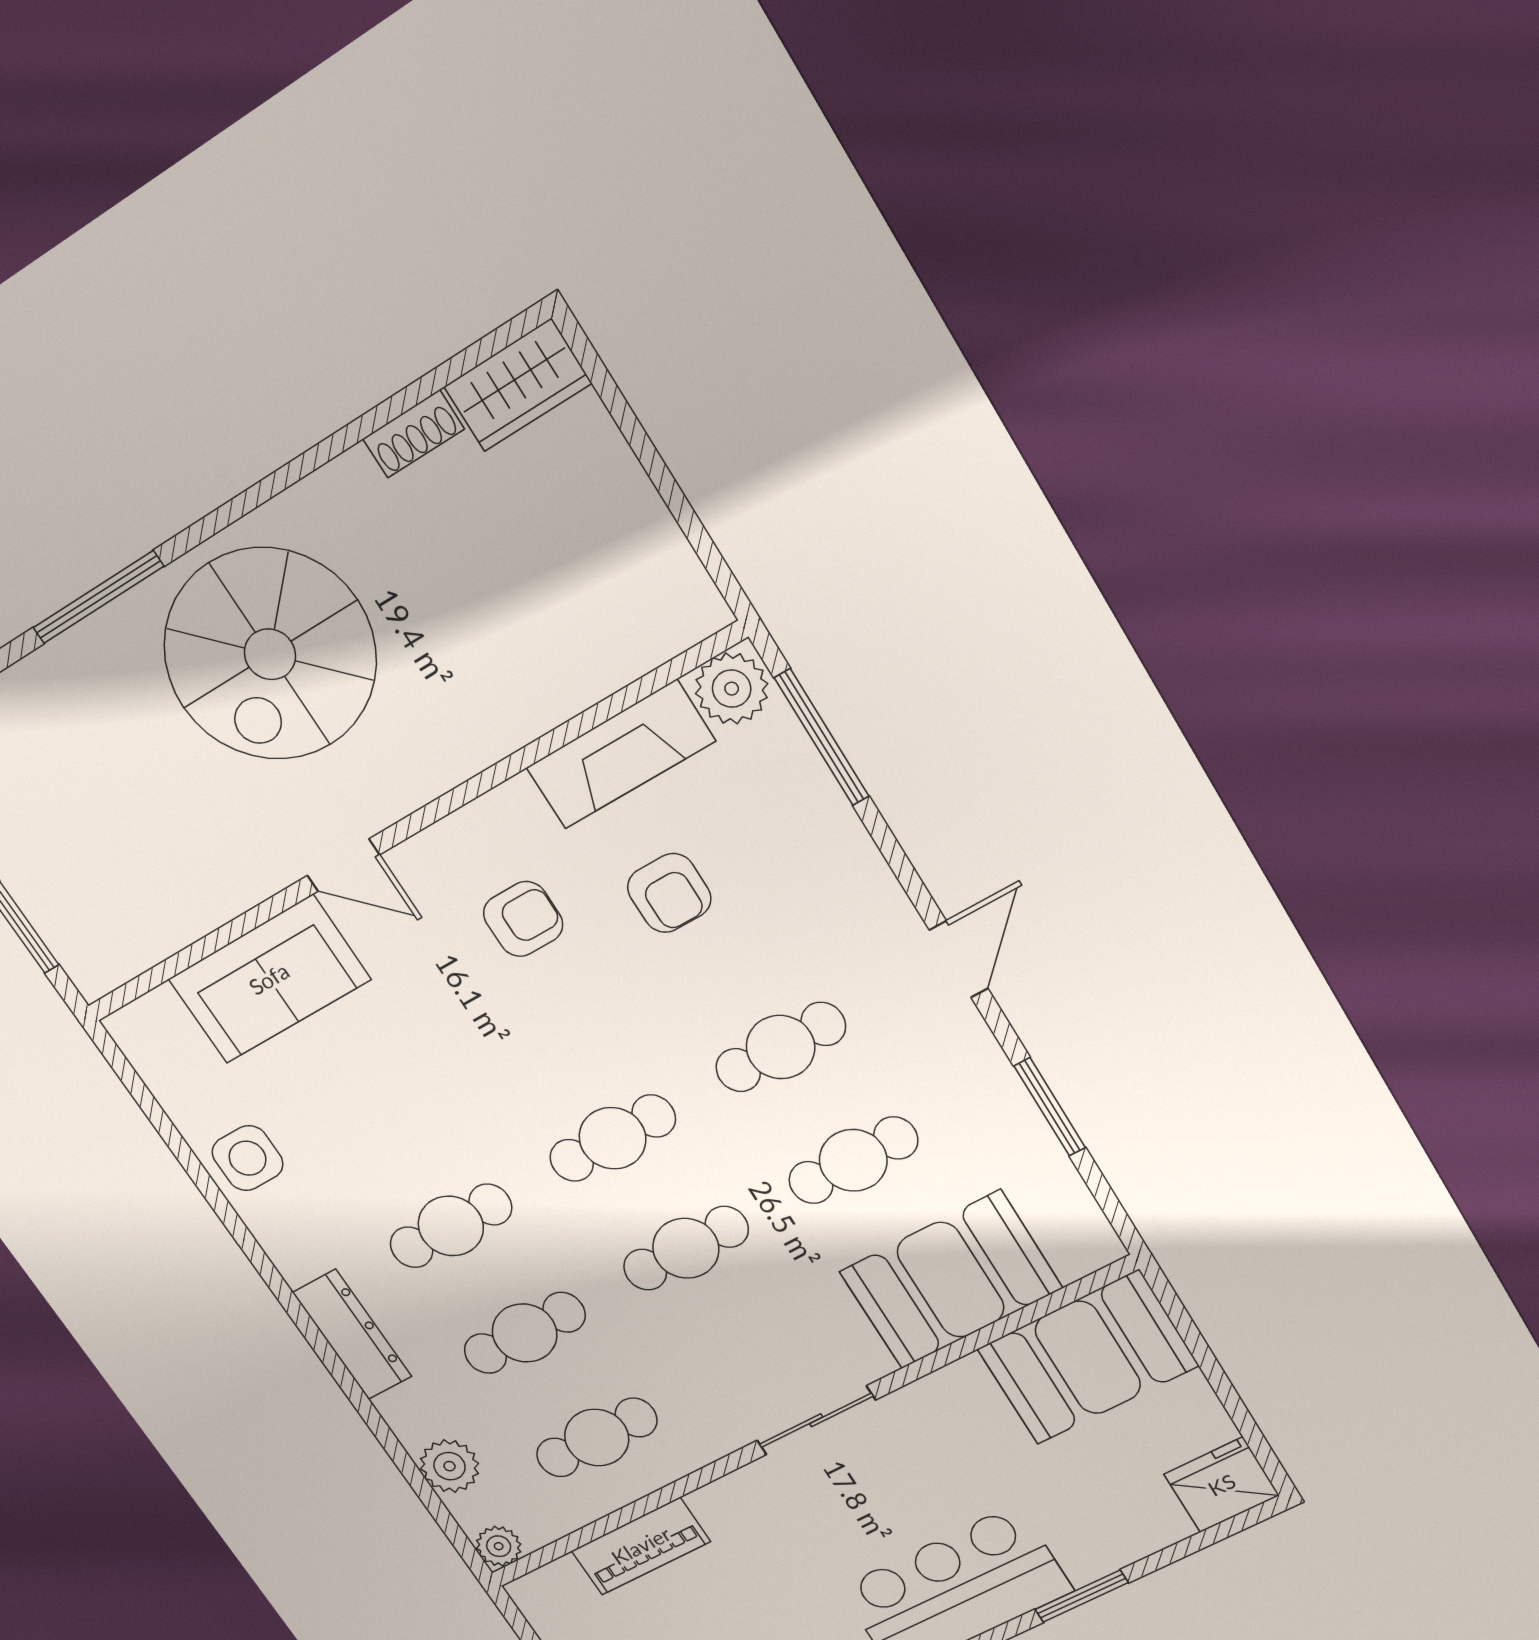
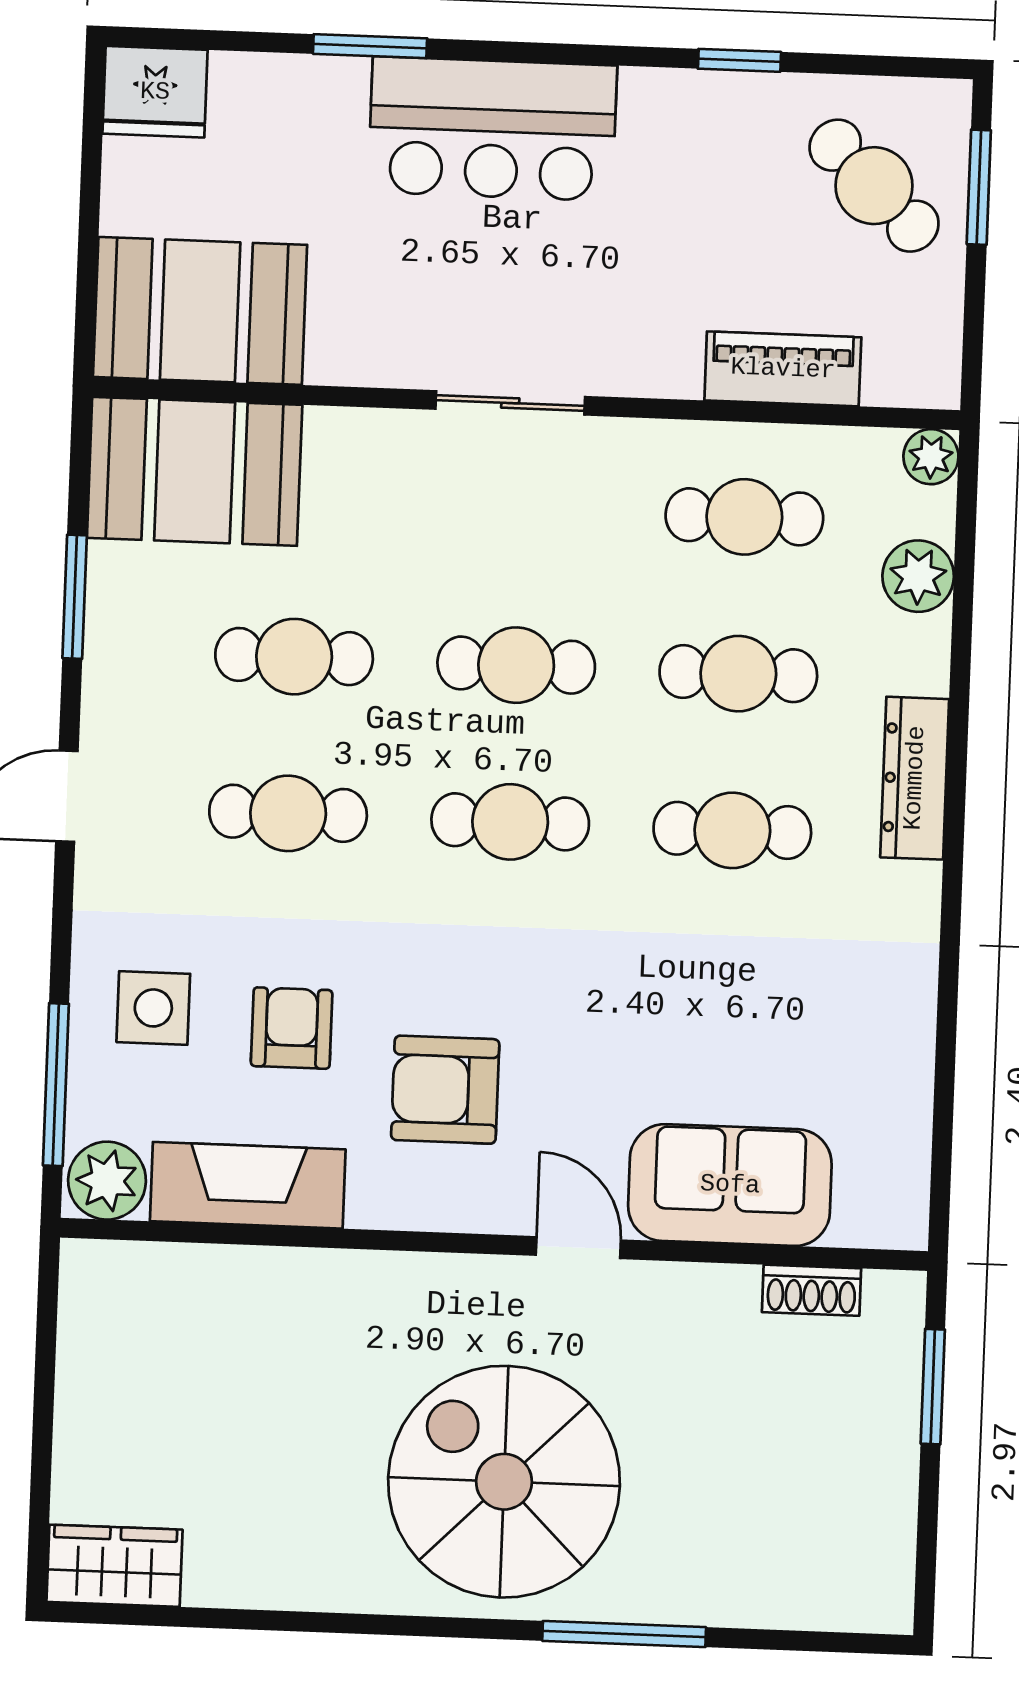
shoe rack: (414, 434) -> (811, 1290), moved, turned 180
spiral stairs: (270, 654) -> (504, 1482), turned -90
armchair: (523, 919) -> (445, 1090), width x1.38, depth x1.38
side table: (248, 1158) -> (153, 1008), moved
booth: (951, 1280) -> (195, 471), moved

